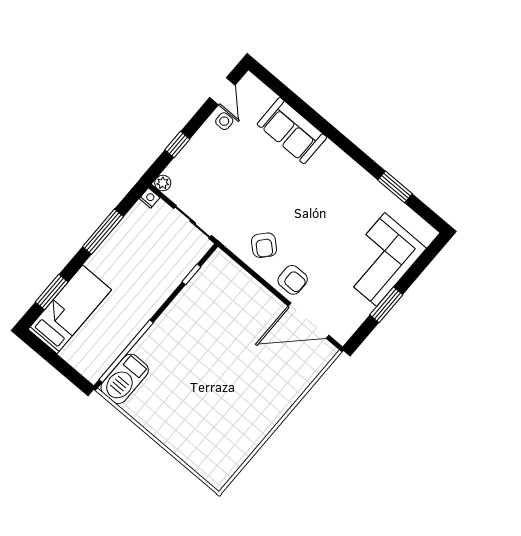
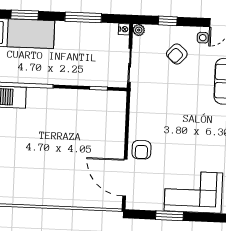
armchair: (264, 245) -> (177, 54), moved

